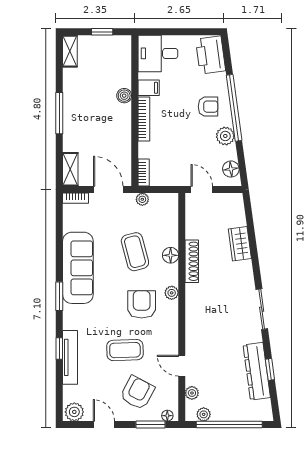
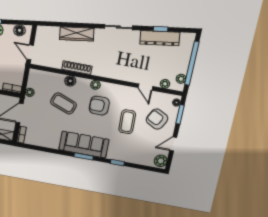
door: (202, 190) -> (30, 52), hinge flipped
wardrobe: (240, 244) -> (77, 34), width x1.50
coffee table: (135, 252) -> (64, 103), turned 36
sofa: (78, 268) -> (84, 145), moved
tv unit: (70, 357) -> (125, 157), removed
door: (182, 366) -> (145, 87), hinge flipped

